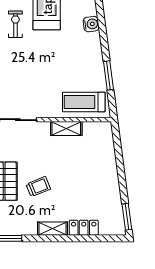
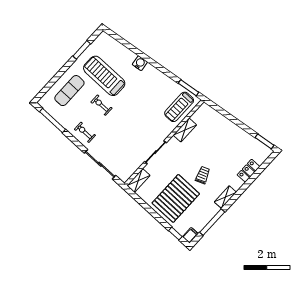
window: (108, 75) -> (189, 88), moved
shelving: (52, 229) -> (225, 197), moved

